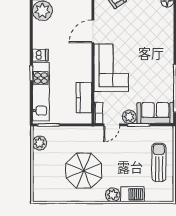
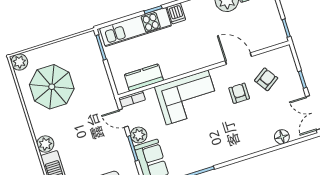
armchair: (121, 25) -> (239, 93), added
door: (93, 31) -> (238, 59), moved
plant: (40, 143) -> (19, 62), moved
parasol: (84, 171) -> (52, 87), moved

